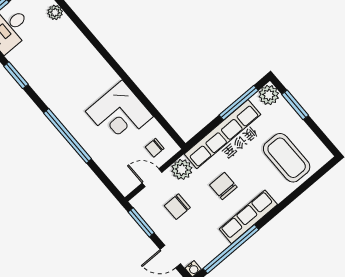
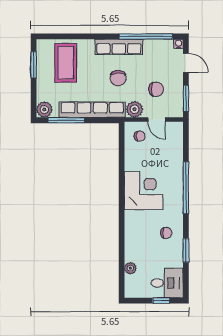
chair: (49, 76) -> (166, 233), added
window: (295, 105) -> (34, 65), moved
corner desk: (119, 114) -> (144, 191), moved

